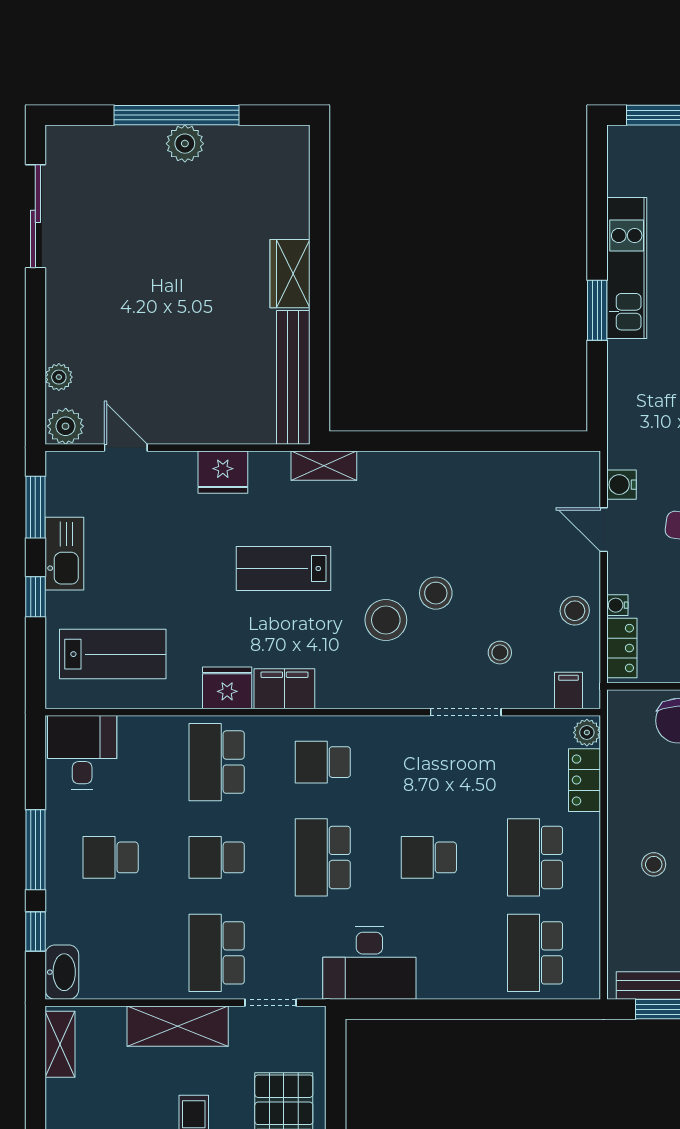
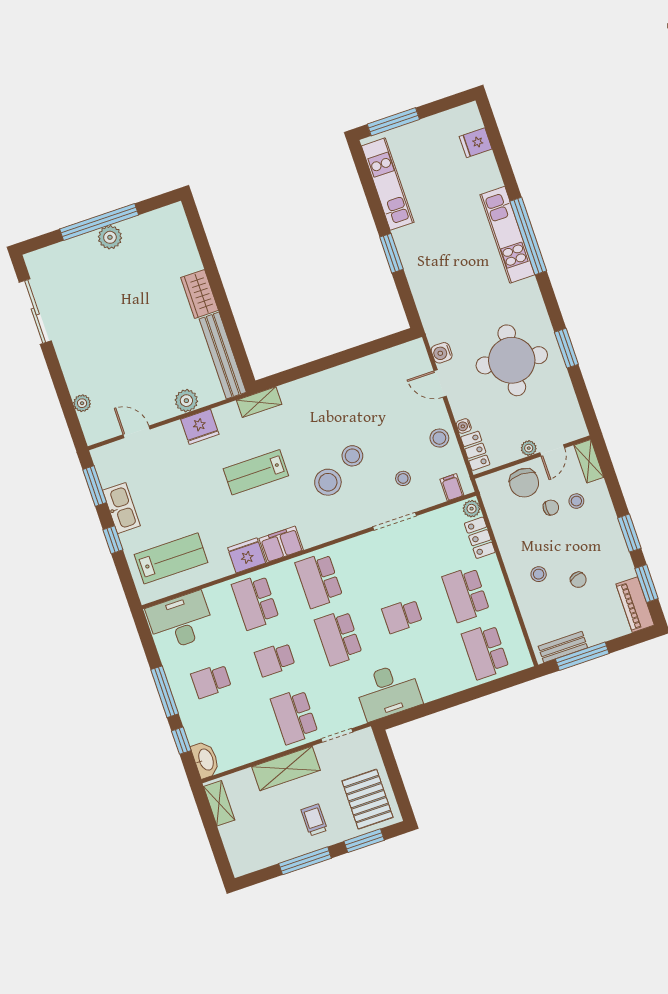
kitchen unit: (627, 268) -> (388, 184), moved
plant: (66, 426) -> (186, 401), moved
desk: (82, 753) -> (180, 621), width x1.37
school desk: (323, 762) -> (319, 580), width x1.85

